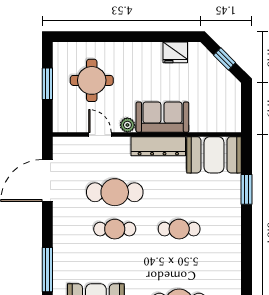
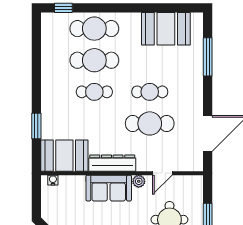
water cooler: (227, 126) -> (53, 180), added
door: (100, 134) -> (162, 173), hinge flipped
cafe table: (179, 266) -> (94, 60), added

